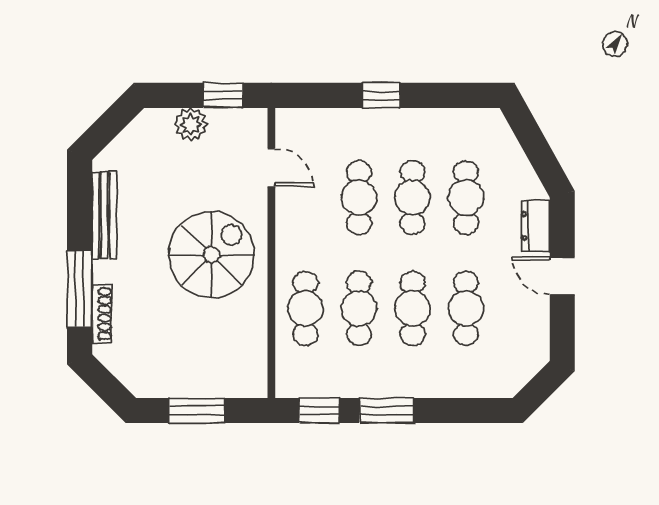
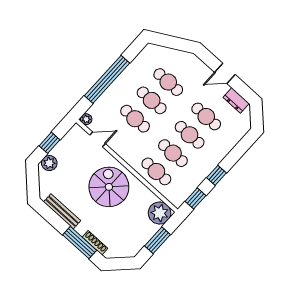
window: (223, 95) -> (49, 143), moved
window: (381, 95) -> (107, 79), width x3.17
plant: (287, 120) -> (86, 119), added
plant: (191, 124) -> (49, 163), moved
dresser: (535, 226) -> (236, 100), moved
plant: (243, 374) -> (160, 213), added
window: (387, 411) -> (216, 175), width x0.67

